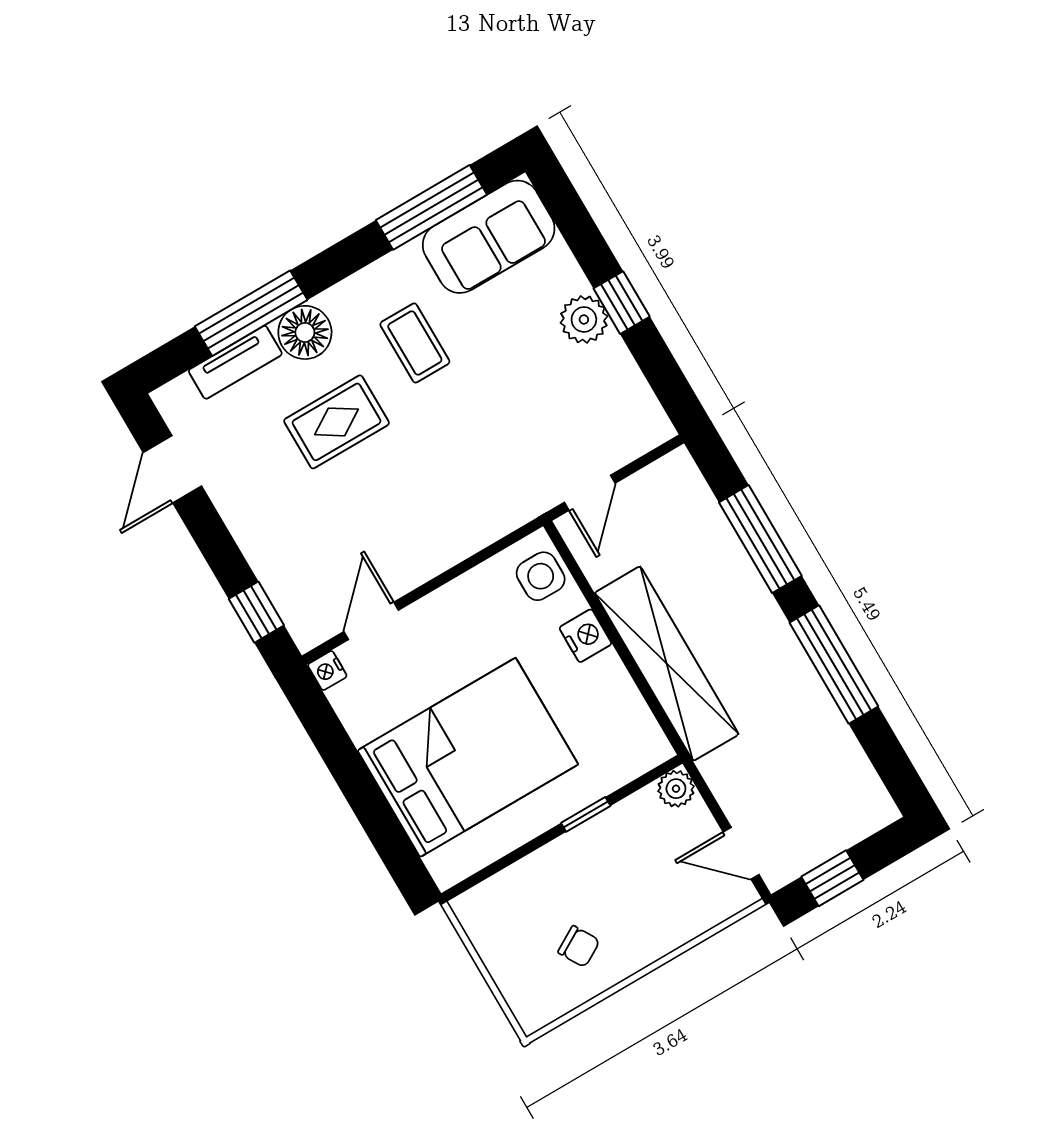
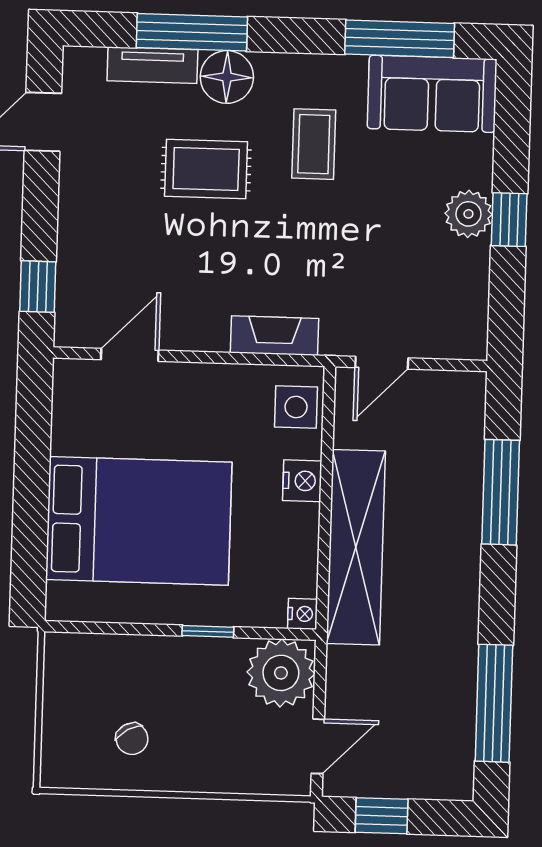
fireplace: (484, 527) -> (274, 336), added
window: (834, 664) -> (494, 703), moved
nightstand: (327, 670) -> (302, 614), moved, turned 180
plant: (676, 789) -> (281, 673), width x1.87, depth x1.87
door: (741, 853) -> (318, 746), swing flipped

